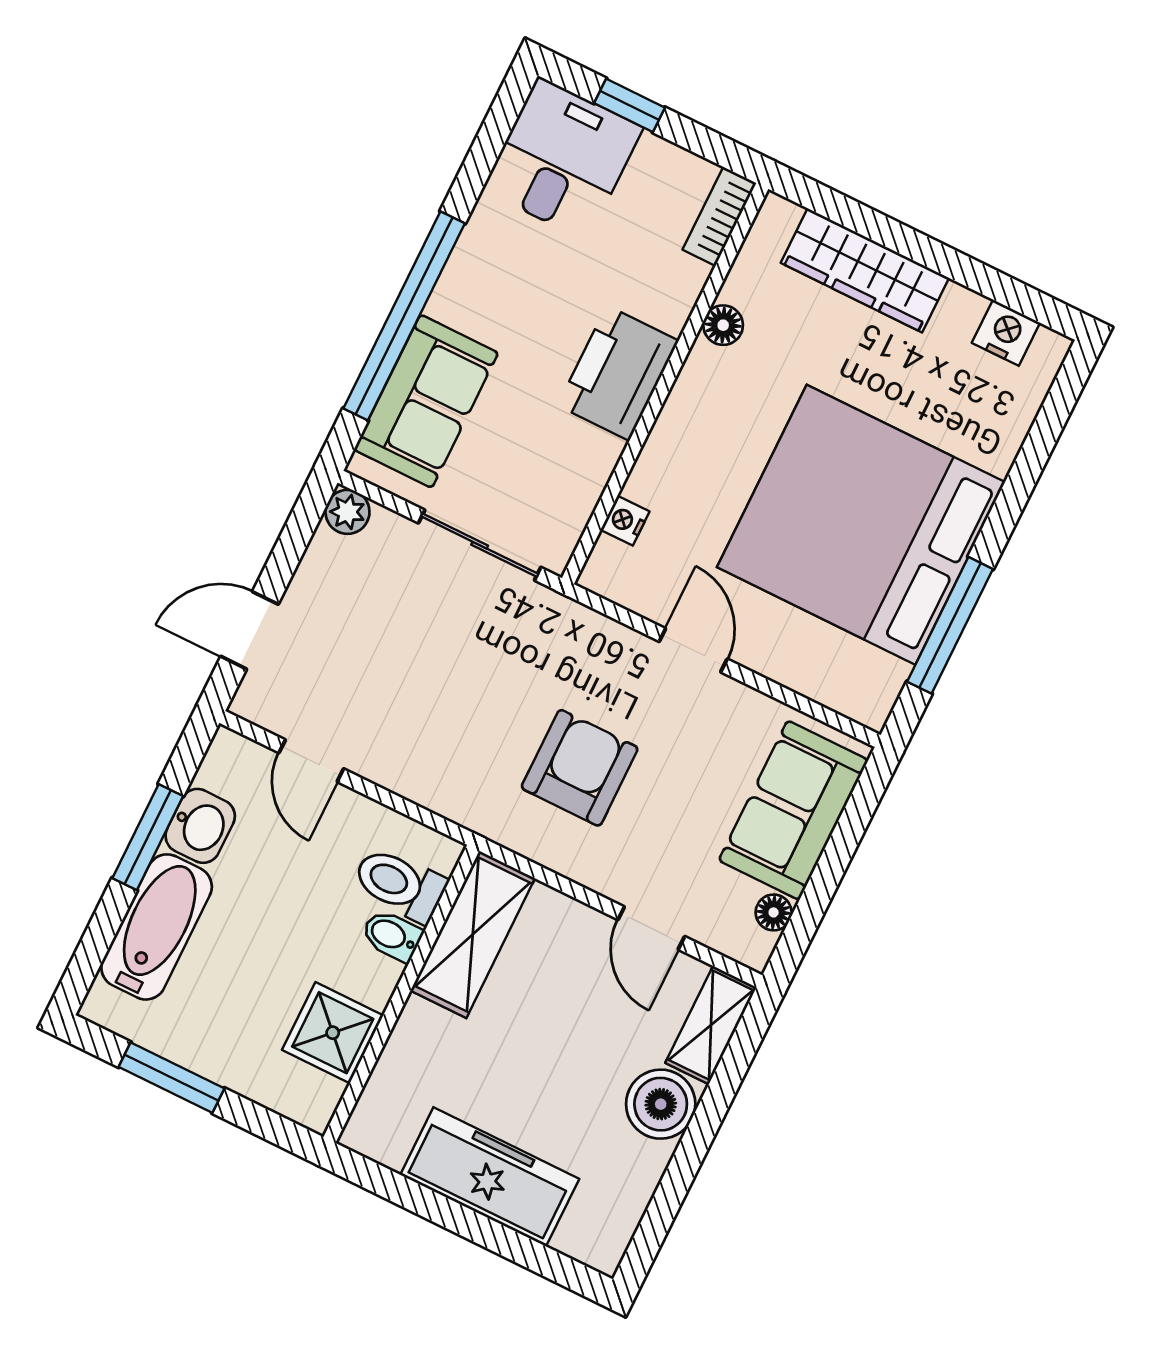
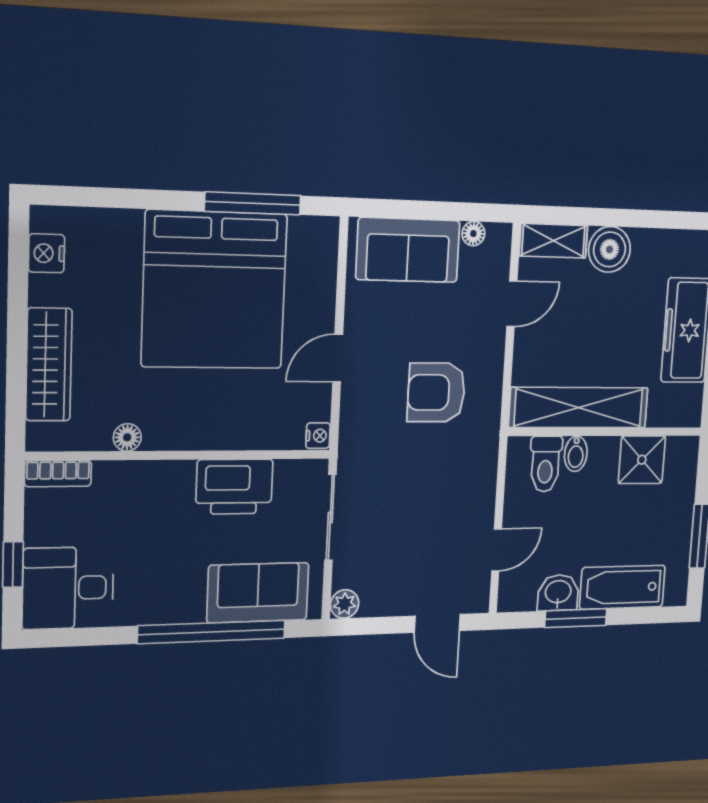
printer: (618, 373) -> (234, 487), moved
nightstand: (625, 521) -> (318, 436), moved, turned -90
shelving: (473, 934) -> (579, 408), width x1.47

